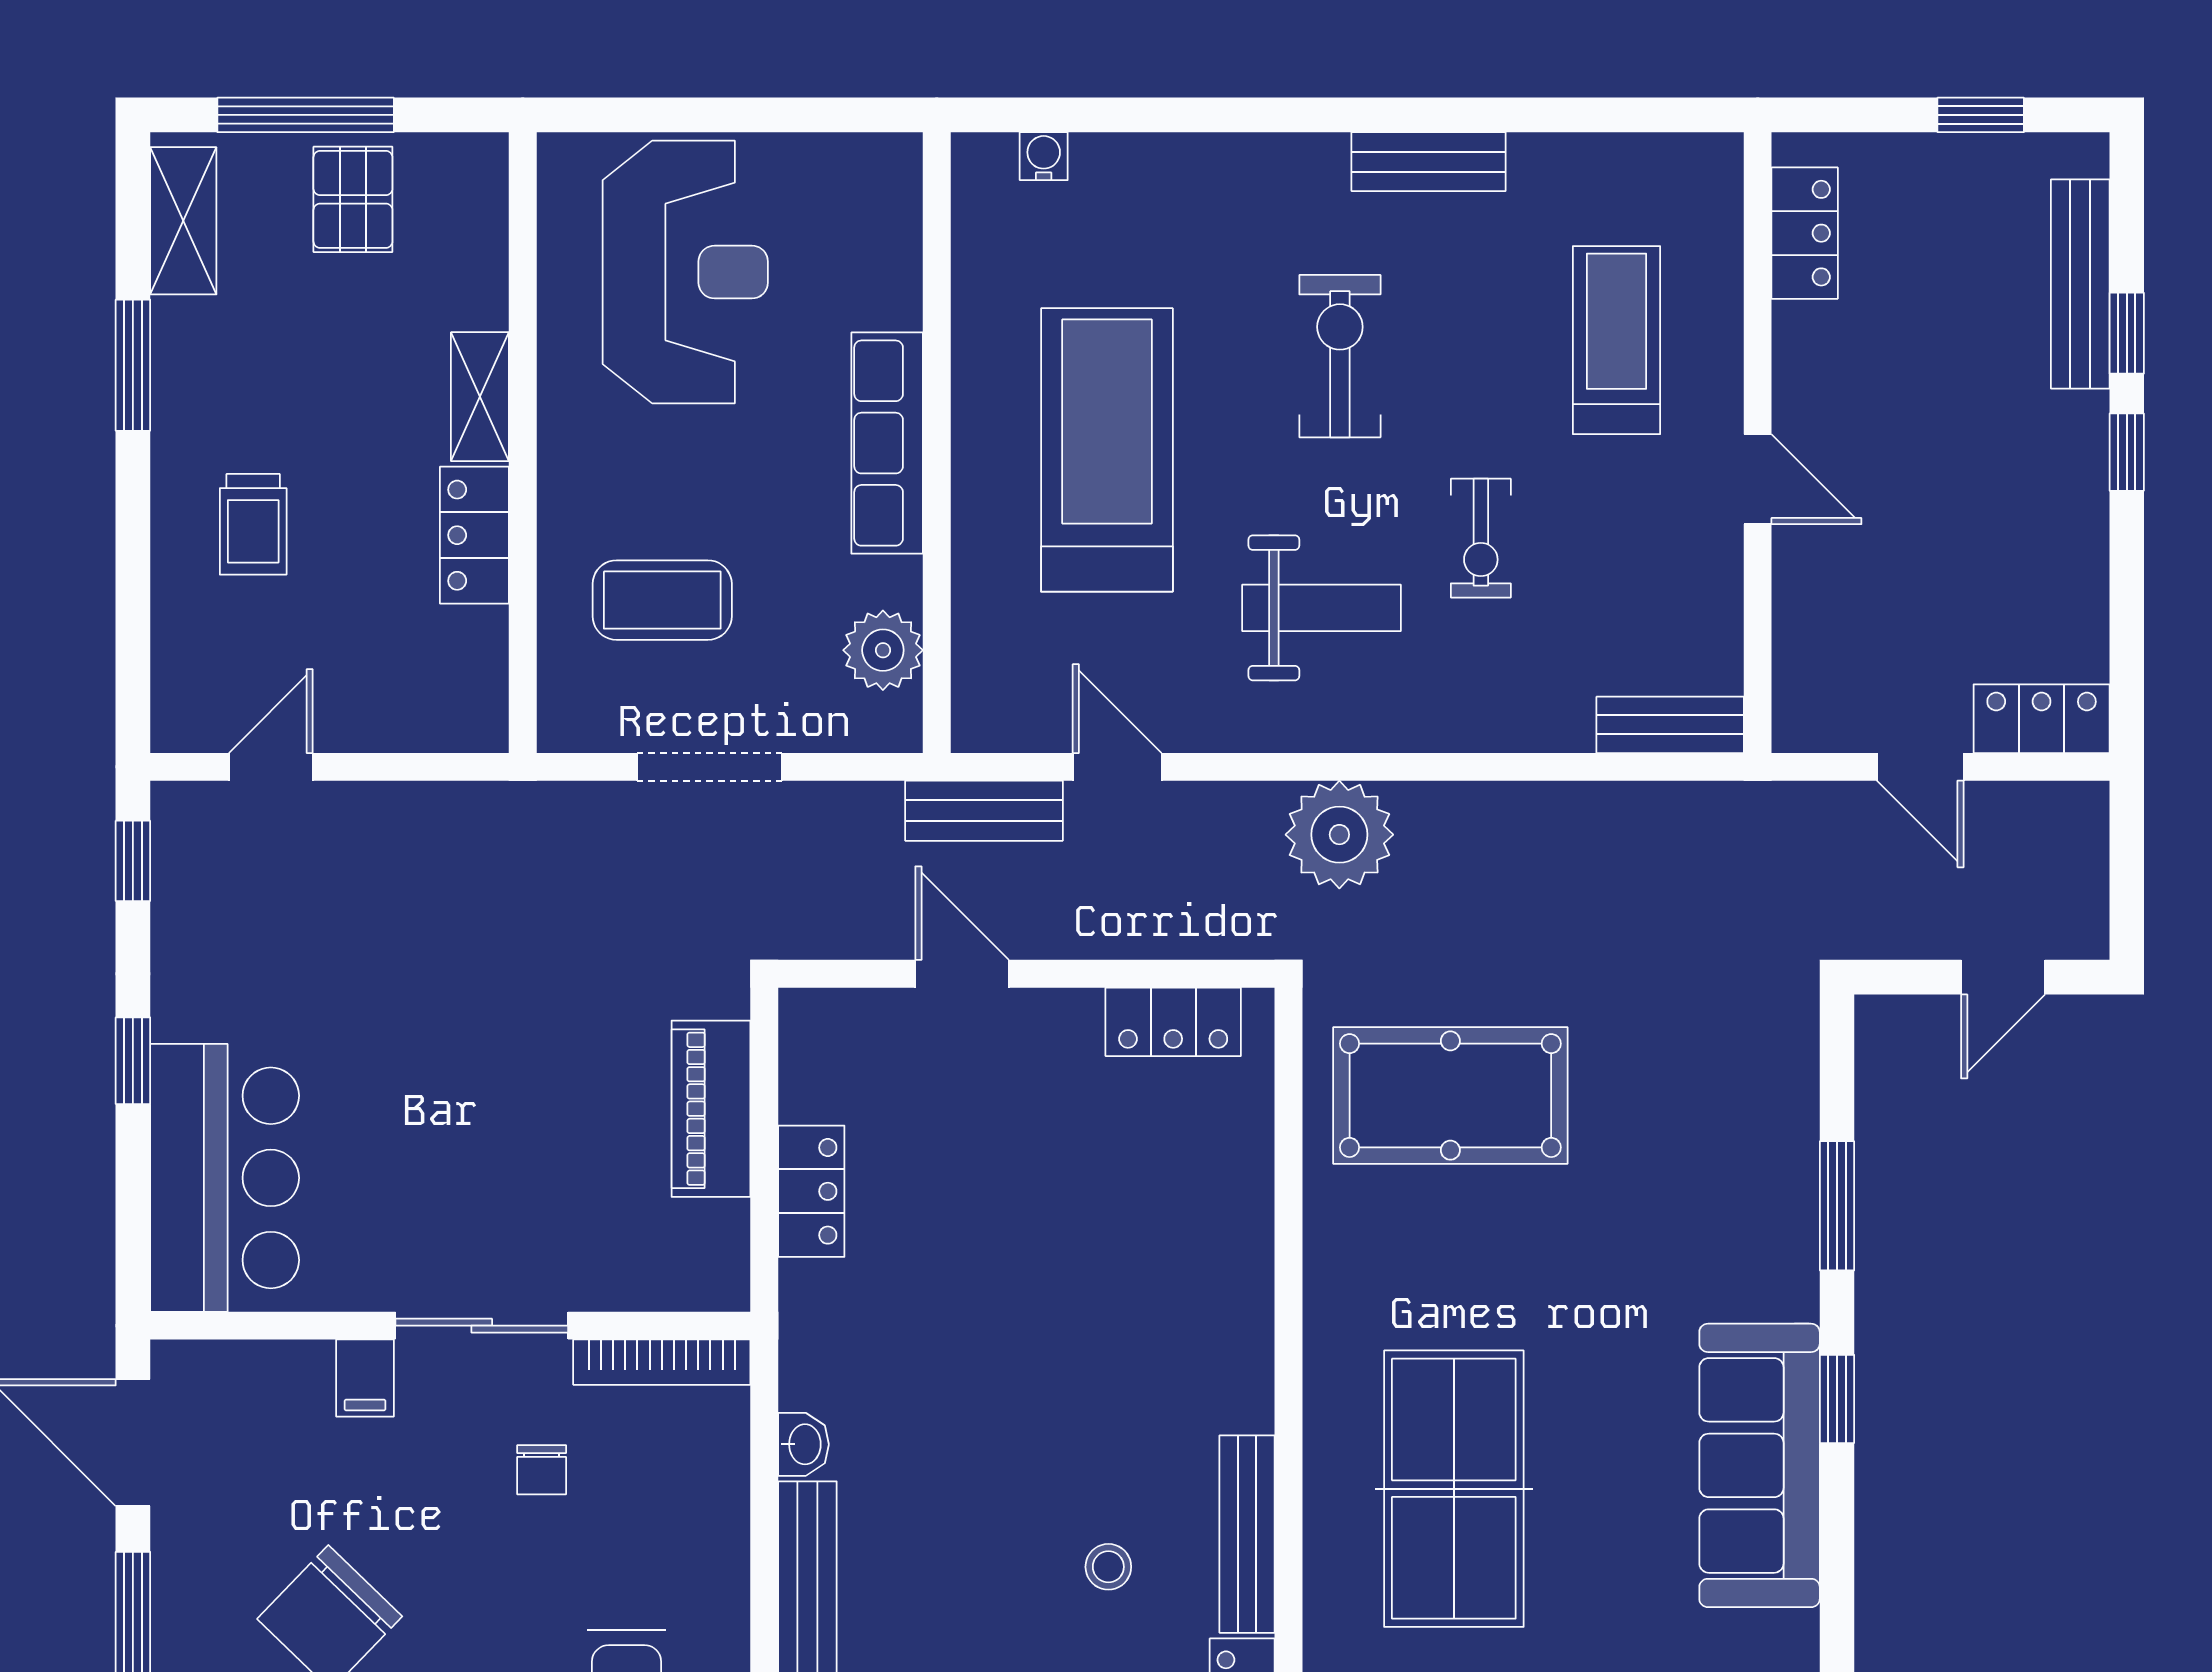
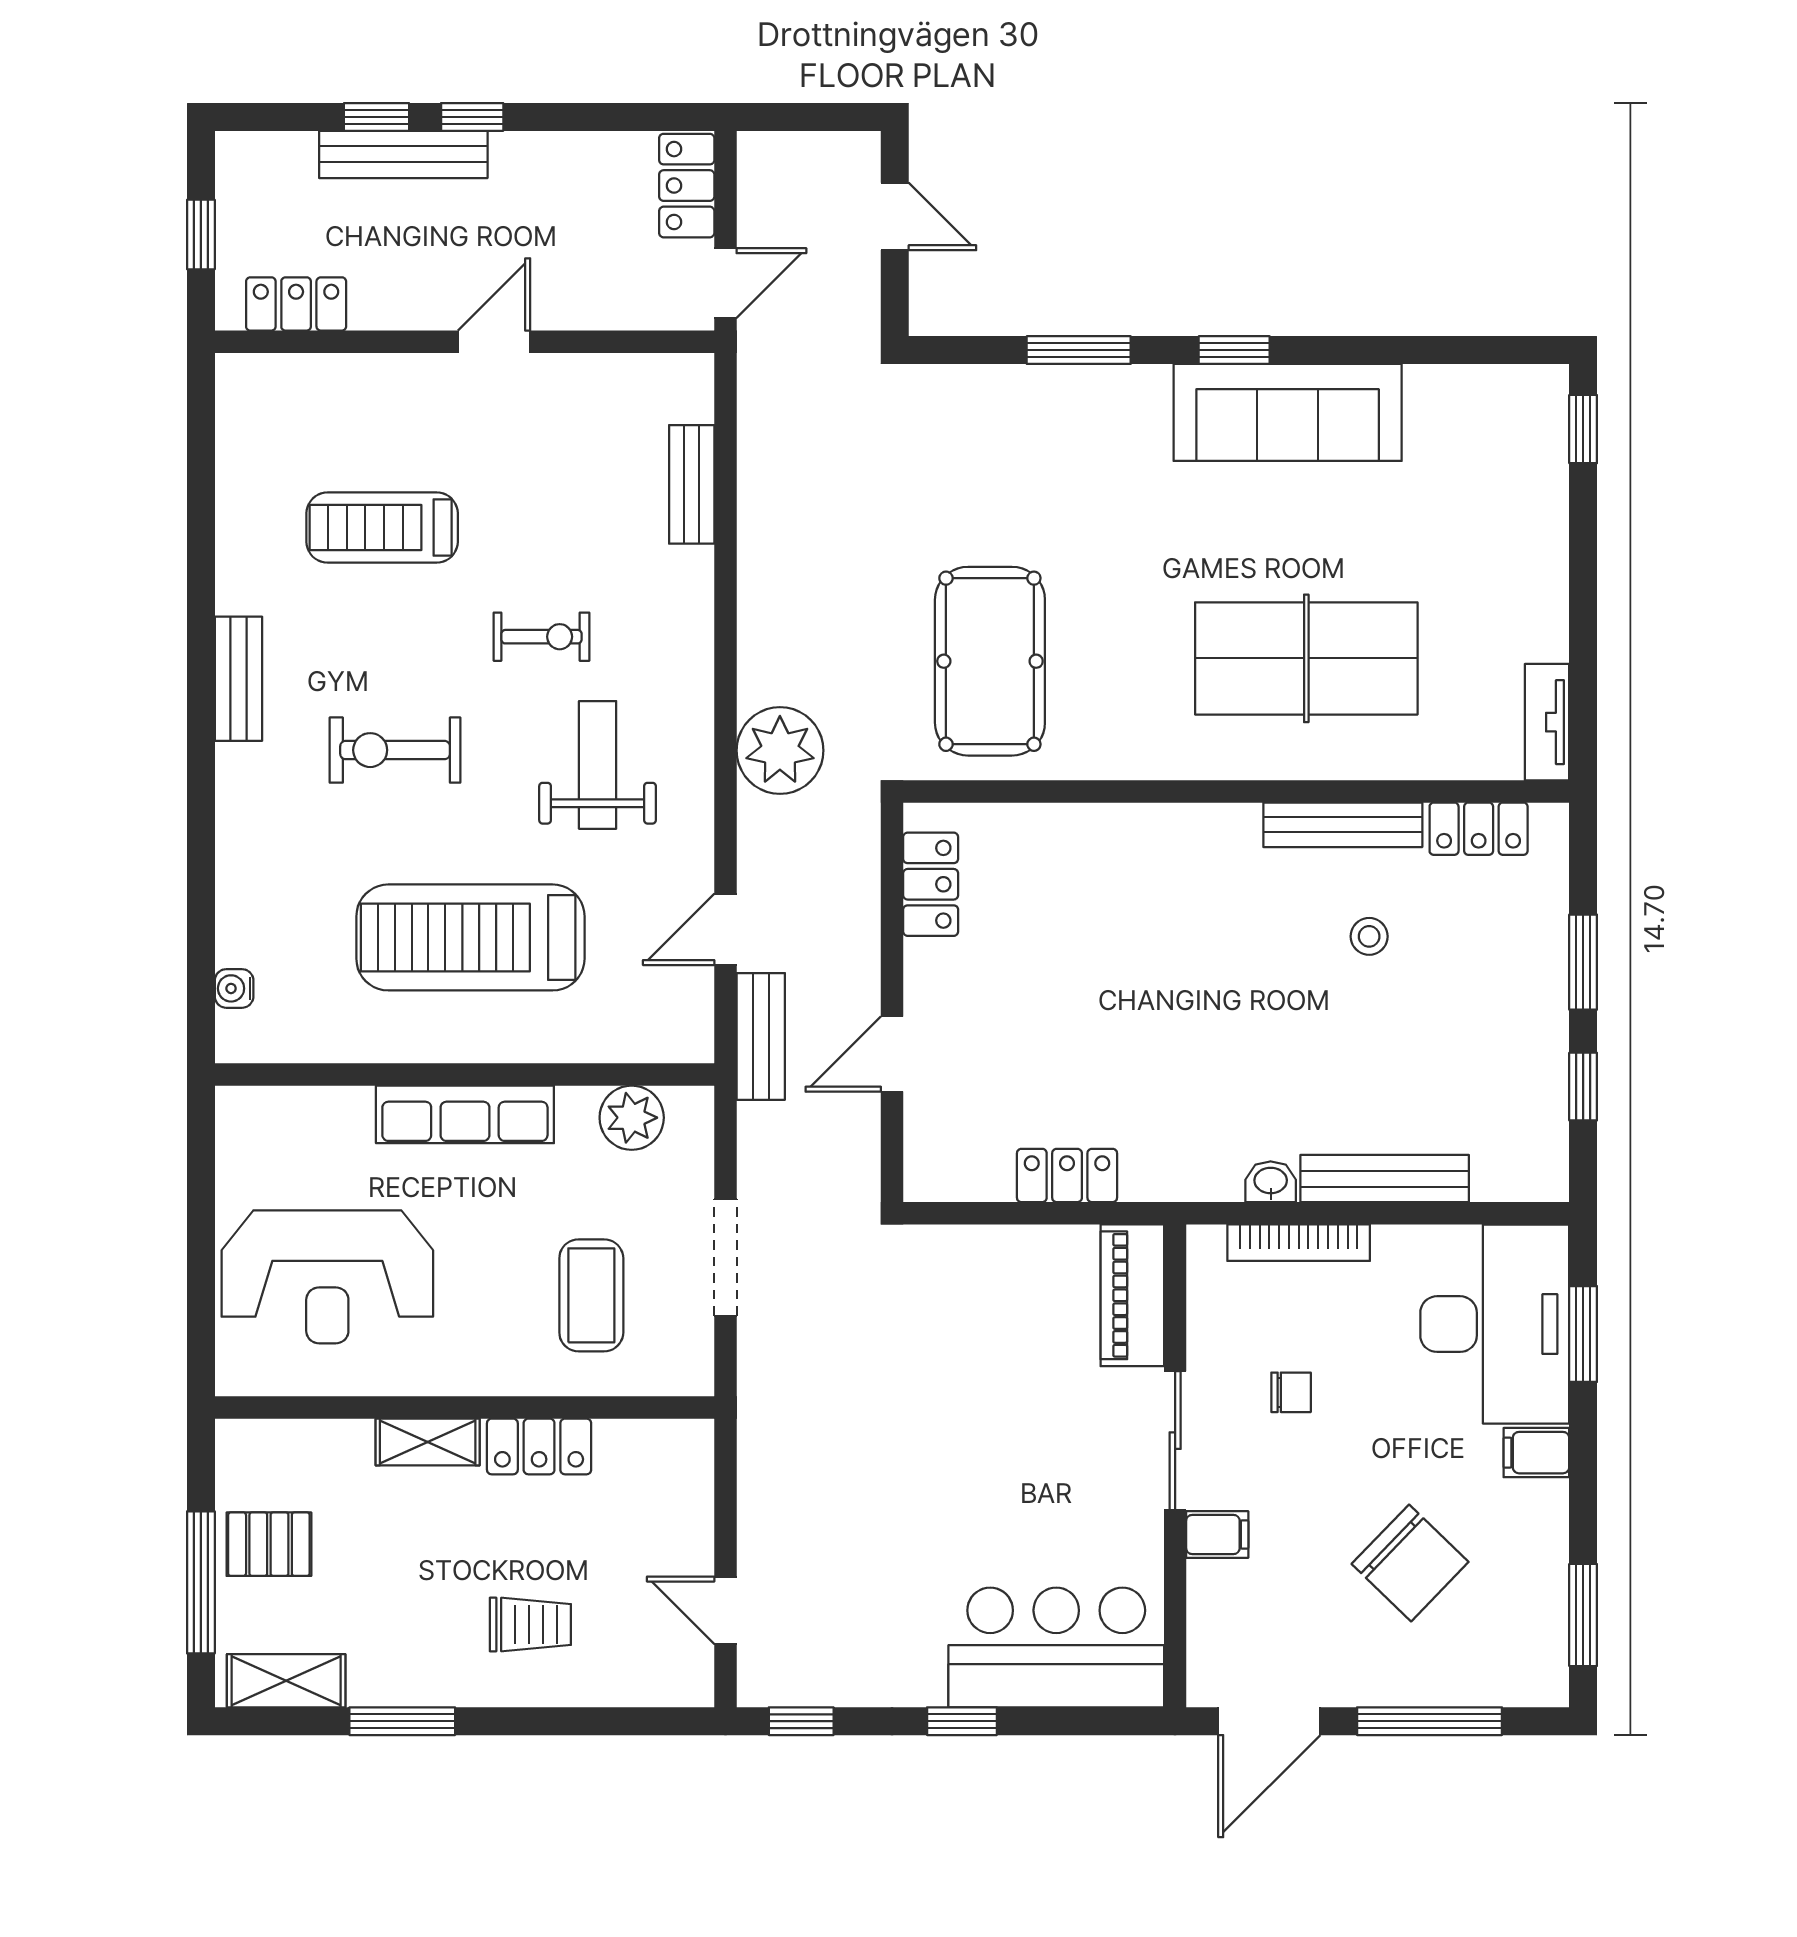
locker: (1805, 233) -> (296, 304), moved
reception desk: (685, 272) -> (327, 1277), turned 180
bench: (2080, 284) -> (403, 154), moved
wall: (1758, 443) -> (465, 342), moved
door: (1758, 479) -> (494, 342), moved
piano: (711, 1109) -> (1132, 1295), moved, turned 90
bookcase: (662, 1362) -> (1299, 1243), moved, turned 90

